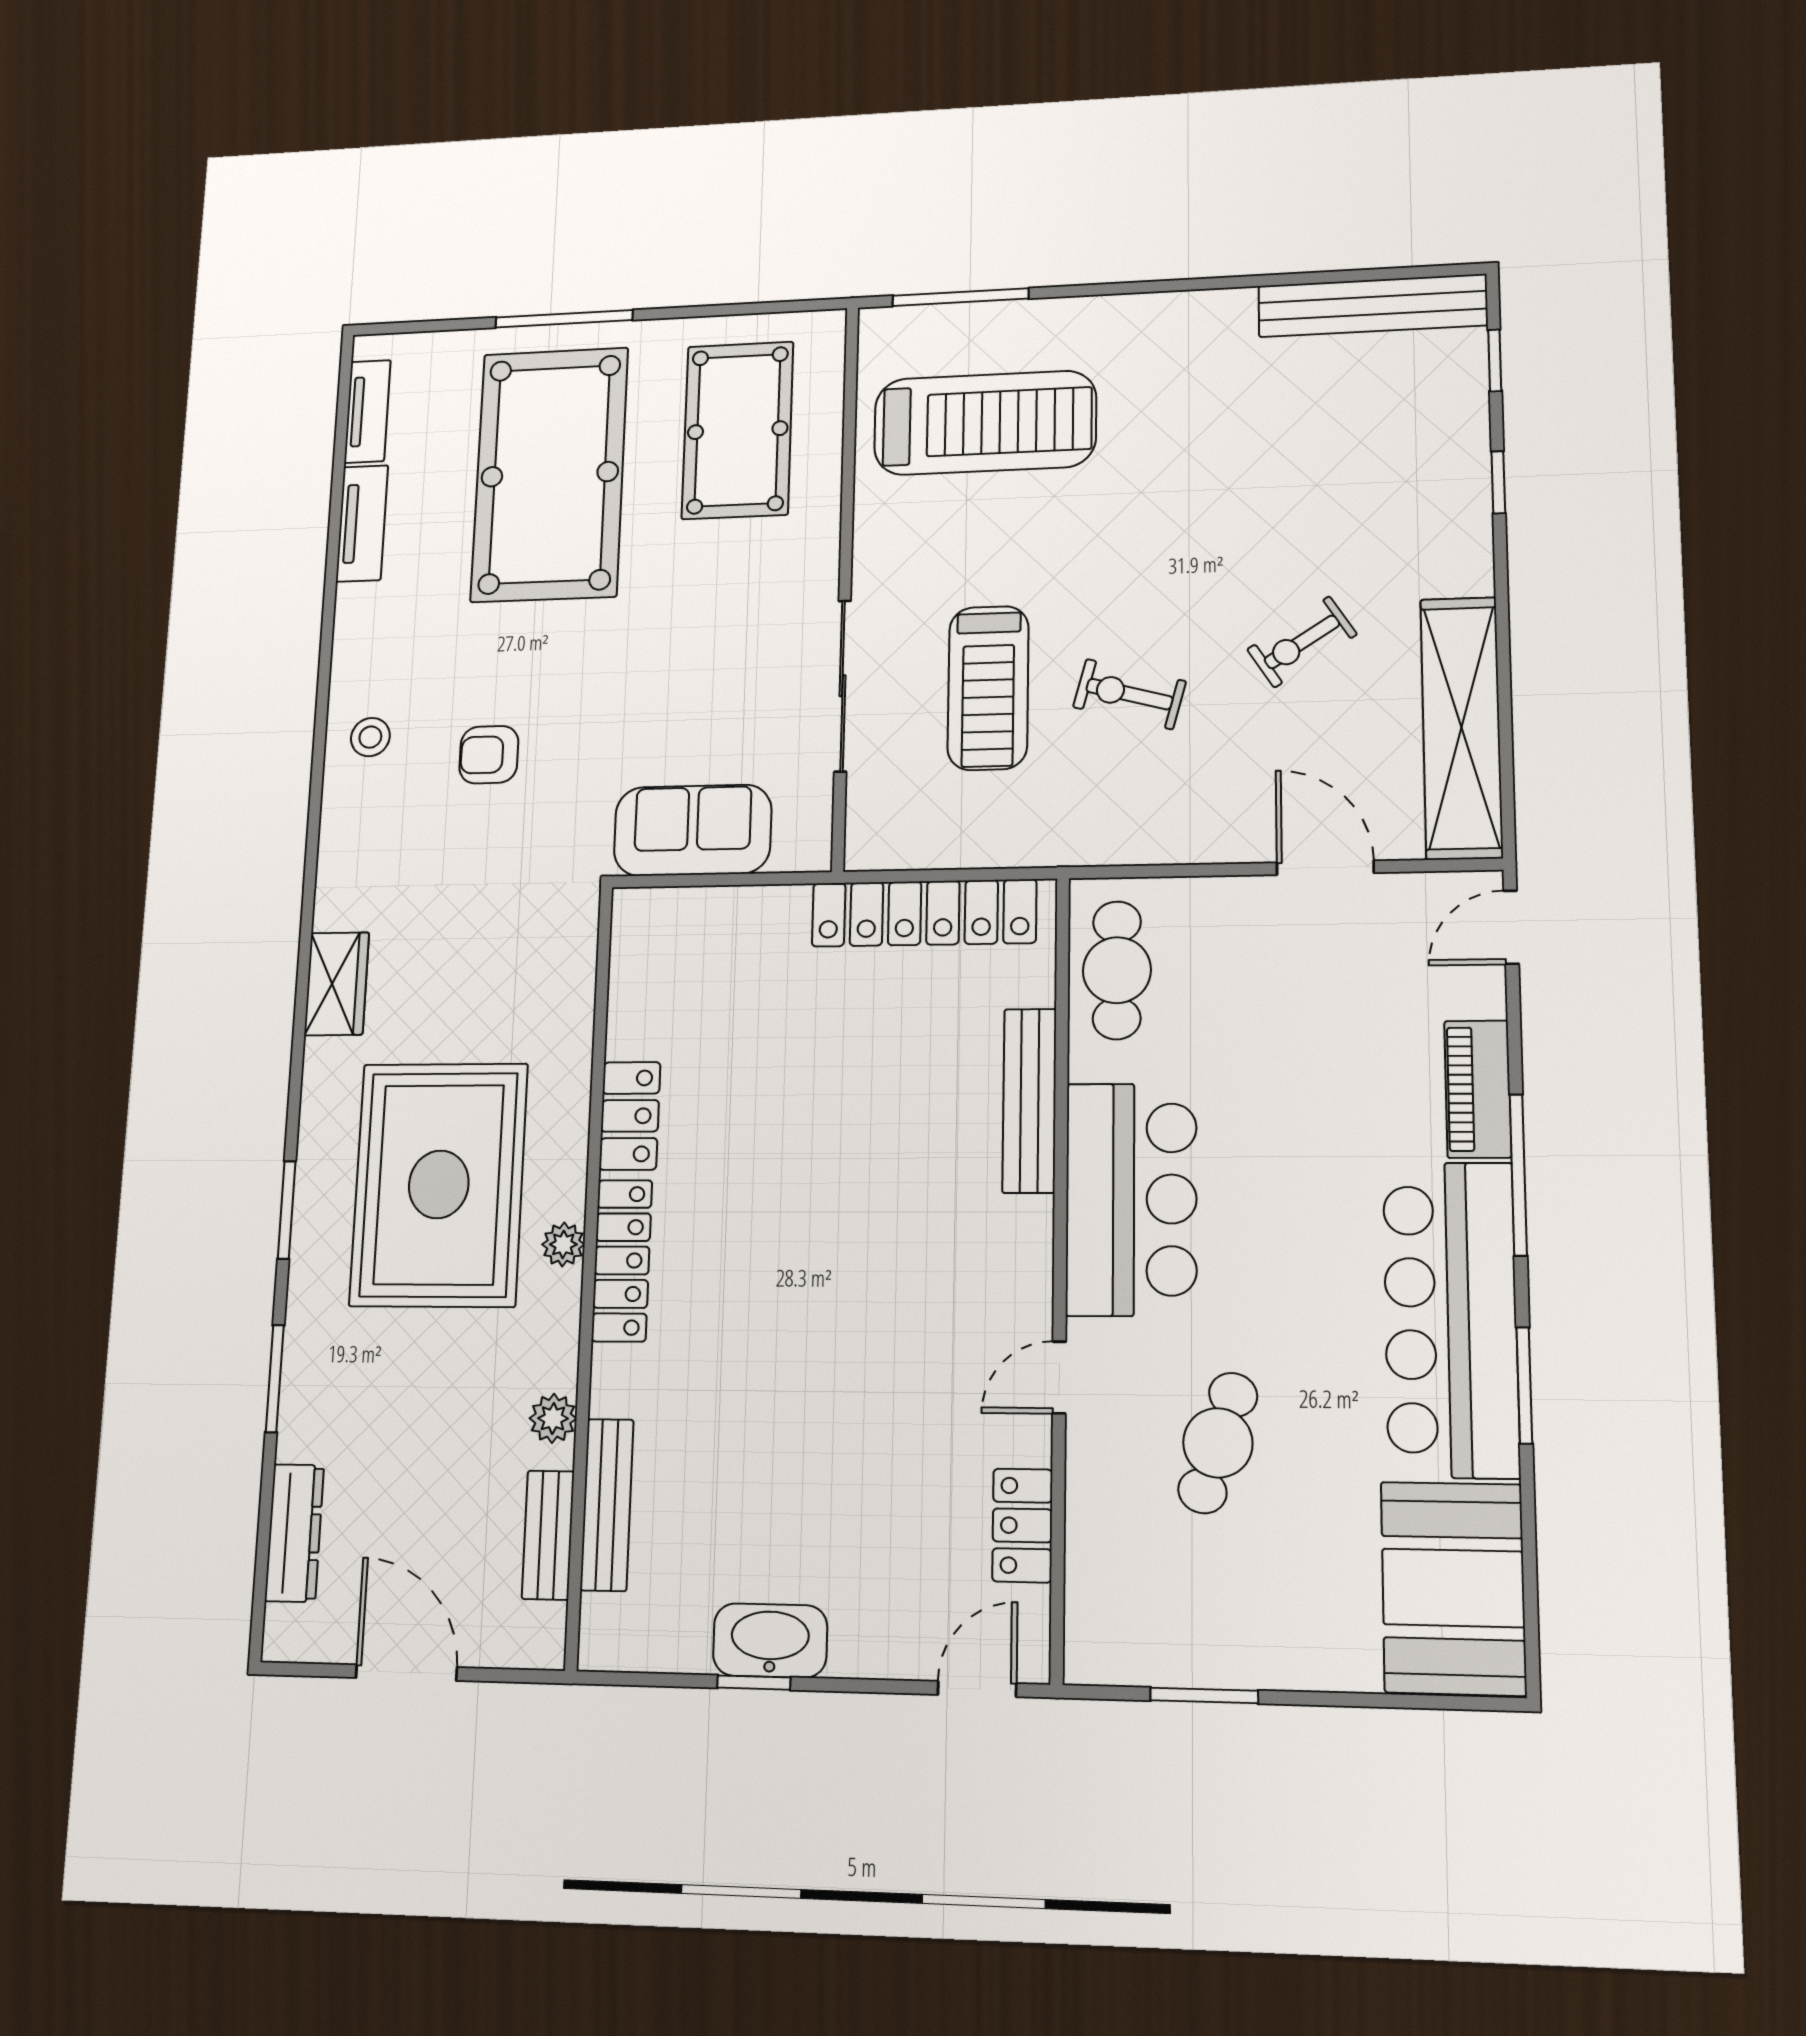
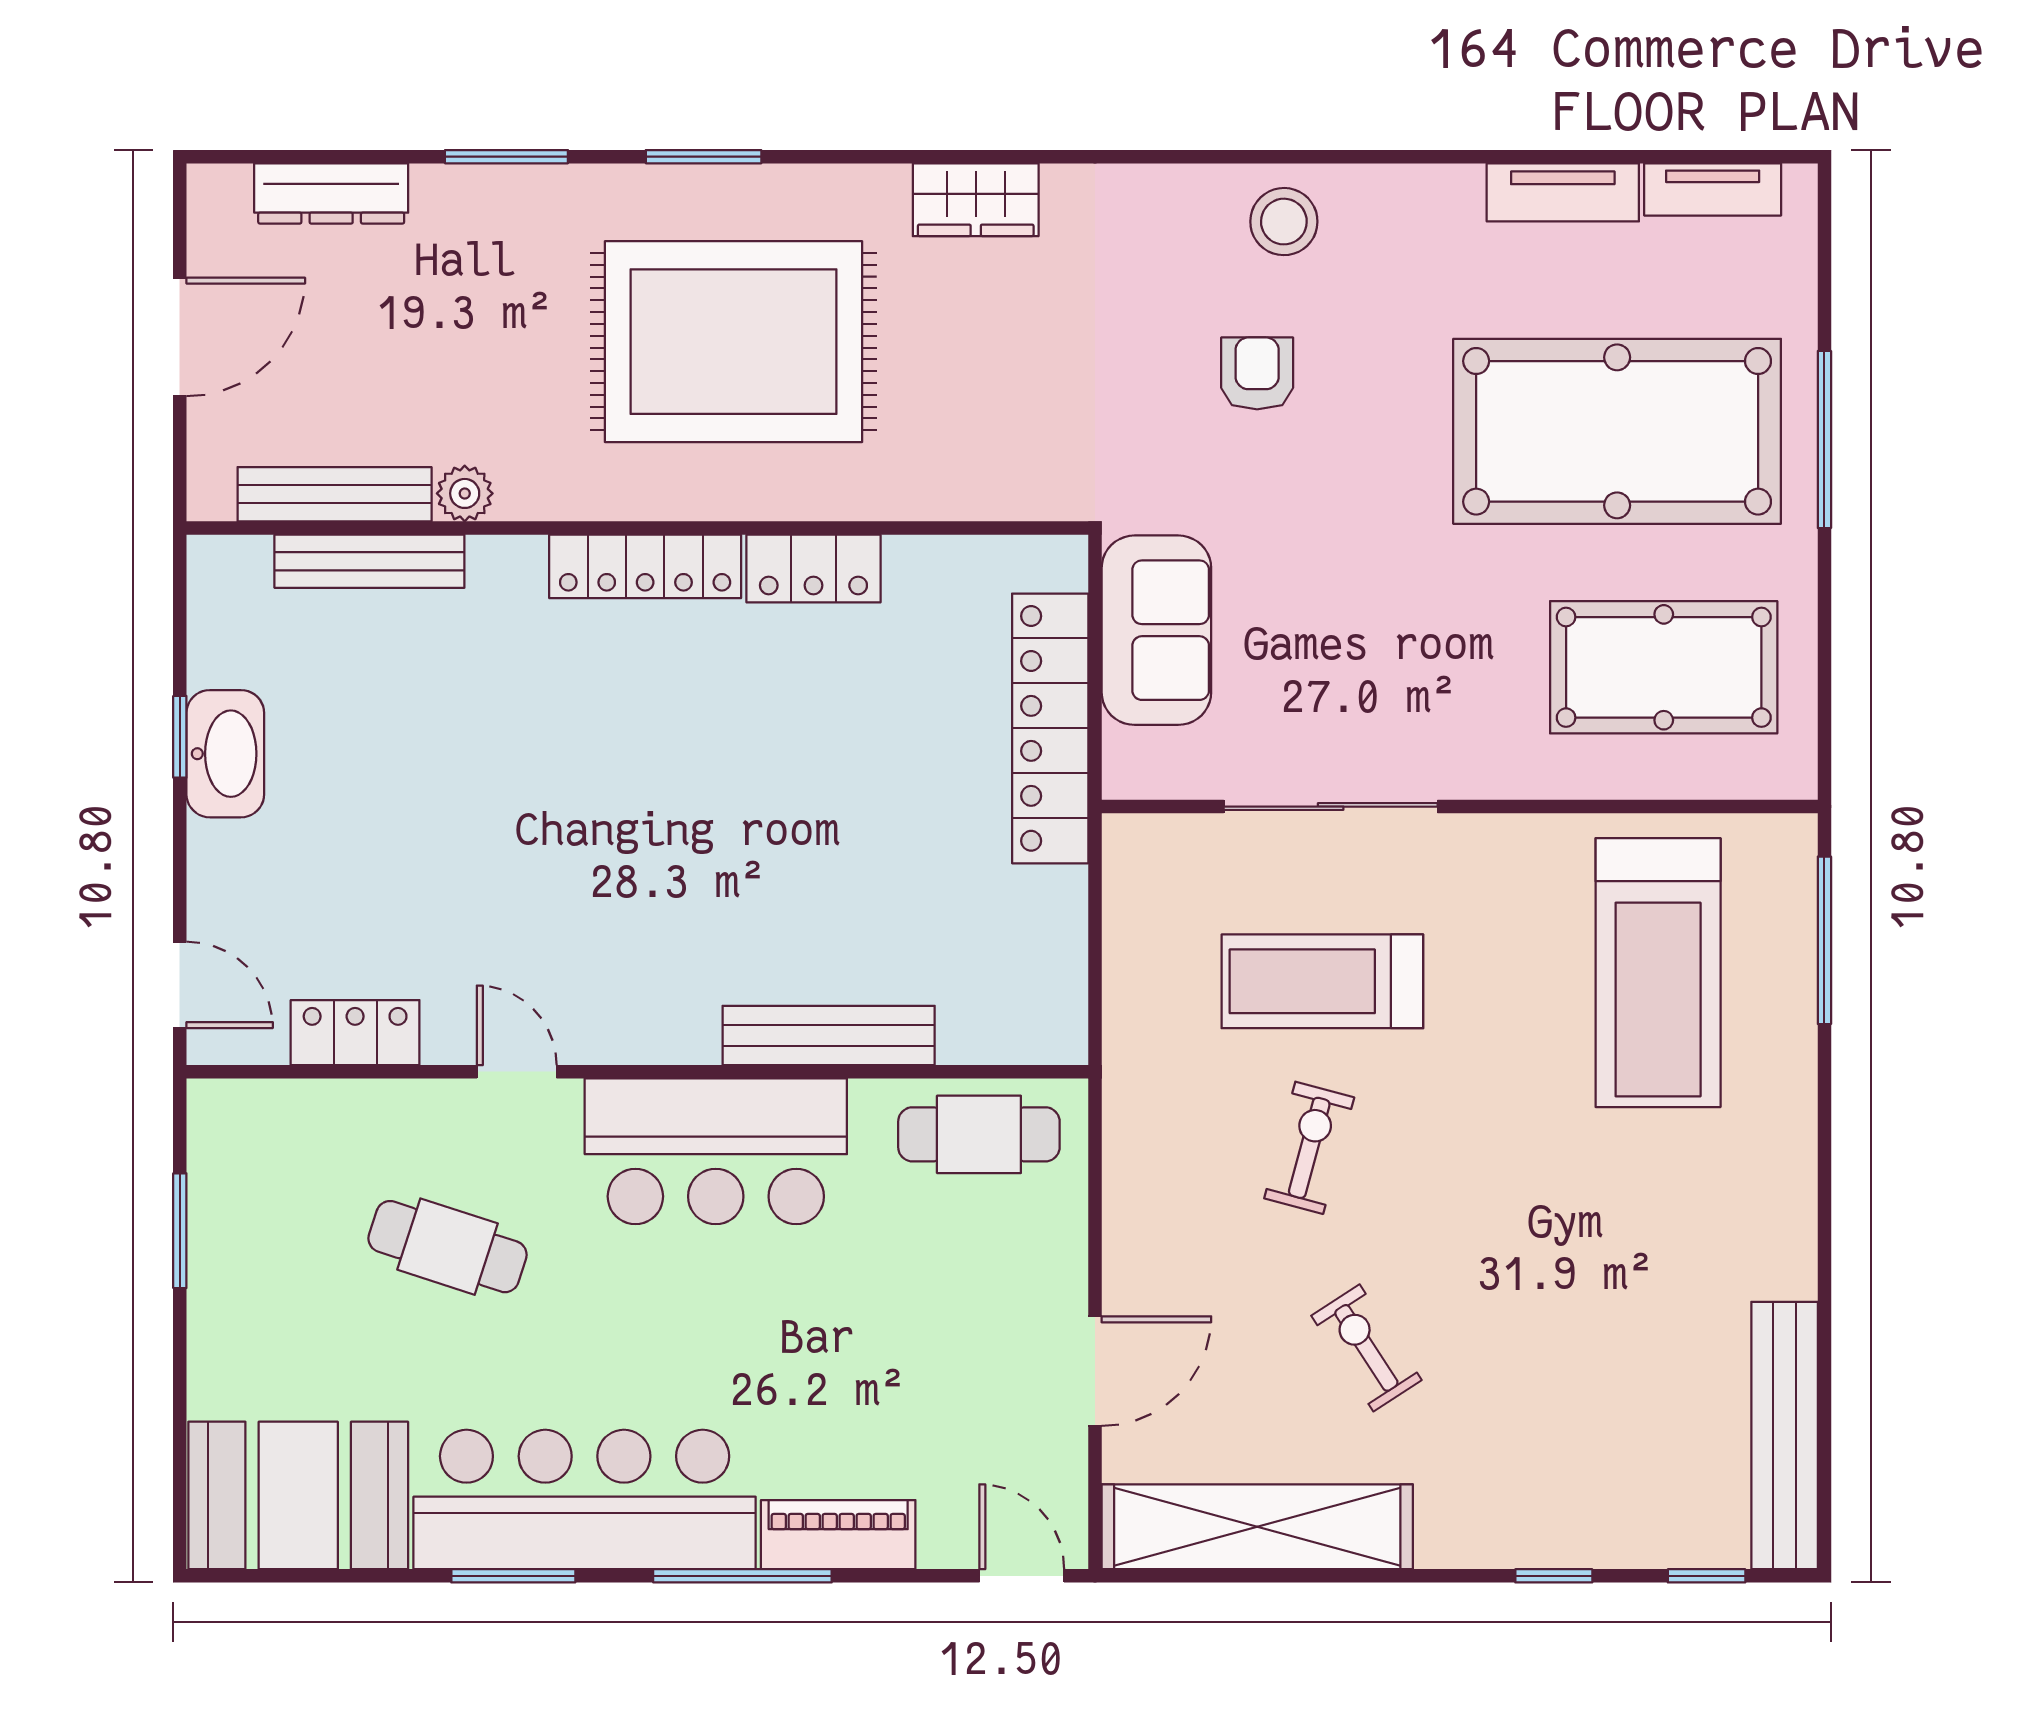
stool: (370, 737) -> (1284, 222), width x1.37, depth x1.37
locker: (924, 913) -> (1050, 728), moved
plant: (563, 1244) -> (663, 496), removed
bench: (548, 1535) -> (335, 494), width x1.36

